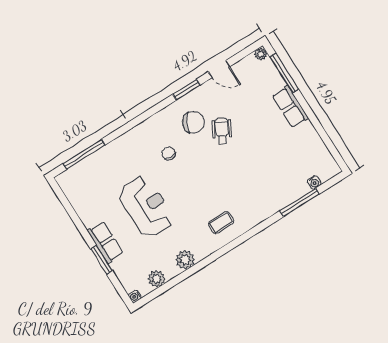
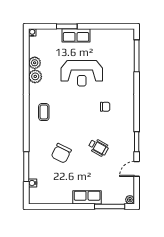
chair: (193, 122) -> (61, 153), moved
plant: (157, 279) -> (35, 63), moved

